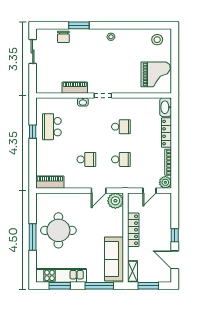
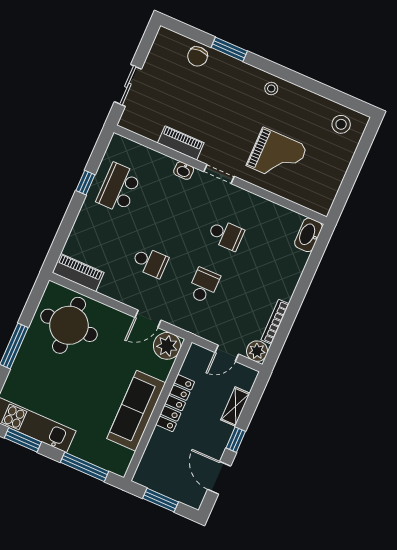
sliding door: (33, 51) -> (128, 85), moved
grand piano: (156, 74) -> (277, 156), moved
locker: (167, 133) -> (293, 275), removed
school desk: (121, 159) -> (204, 286), turned -90
round table: (58, 230) -> (69, 325), moved
sofa: (114, 259) -> (136, 411), moved
shelving: (133, 271) -> (235, 407), moved

